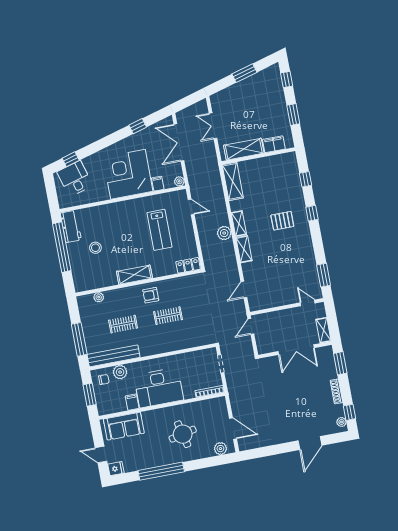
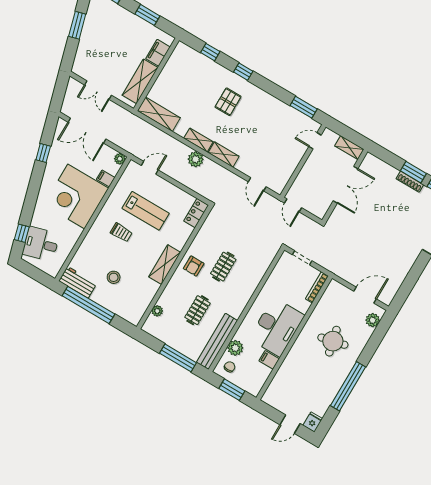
trolley: (130, 226) -> (121, 232), added
window: (340, 363) -> (413, 172), moved
sofa: (124, 426) -> (283, 384), removed

